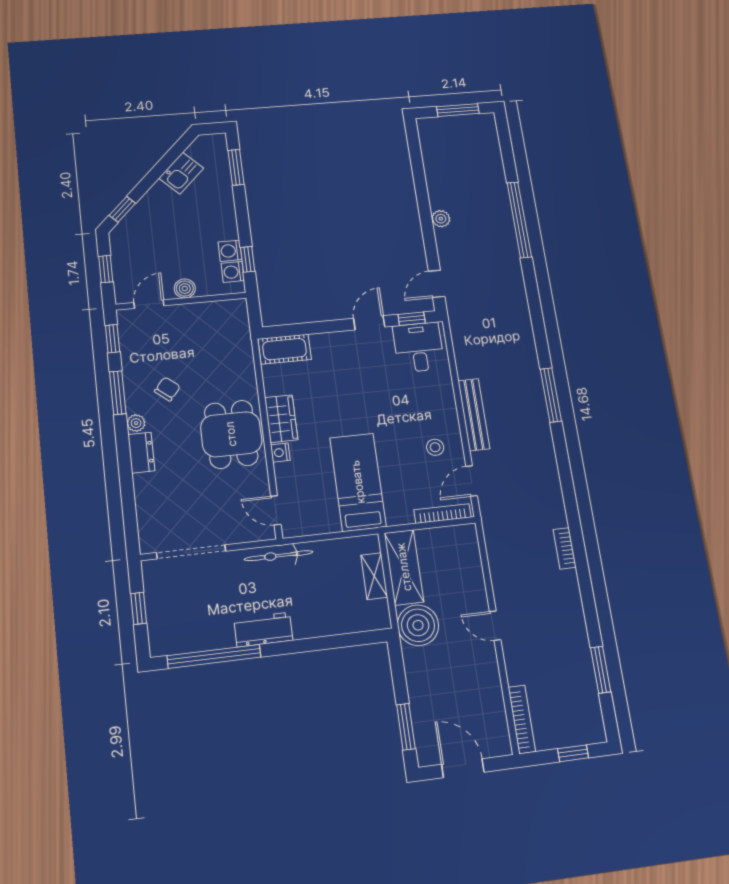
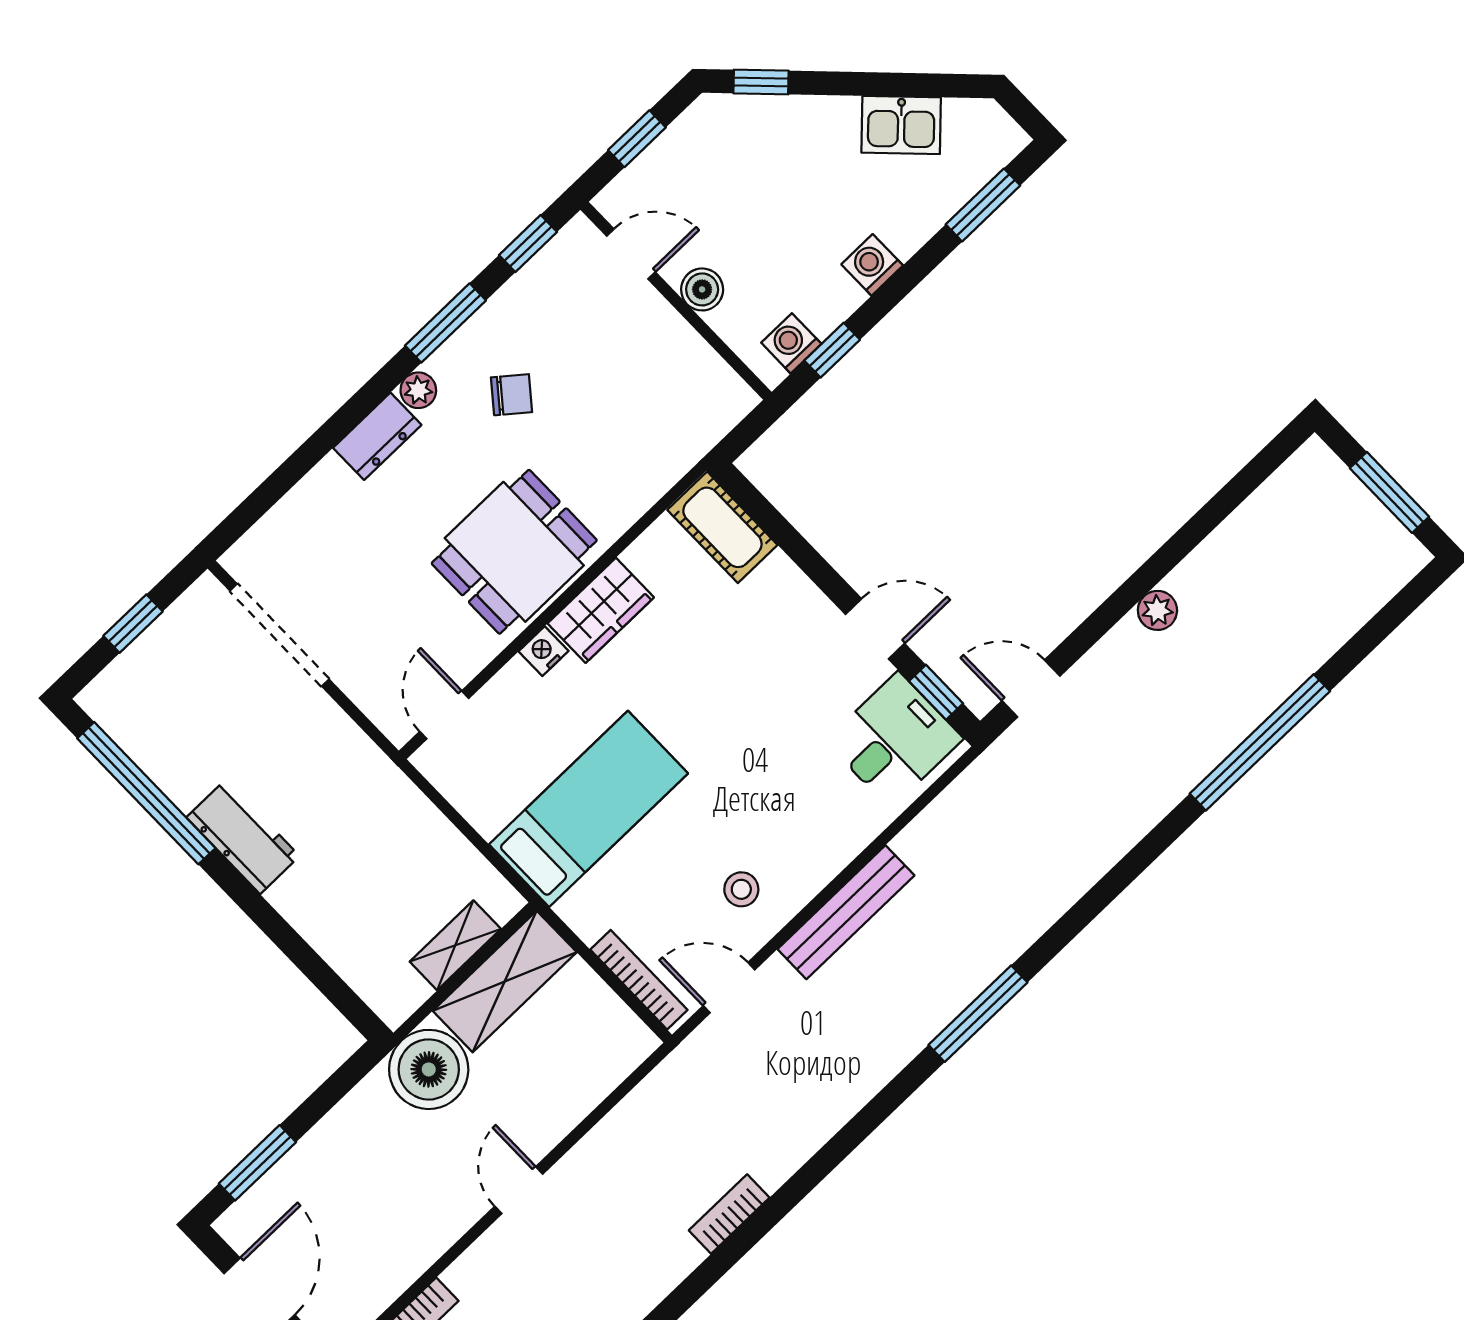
washing machine: (230, 251) -> (872, 265), moved
bicycle: (279, 556) -> (375, 773), removed

